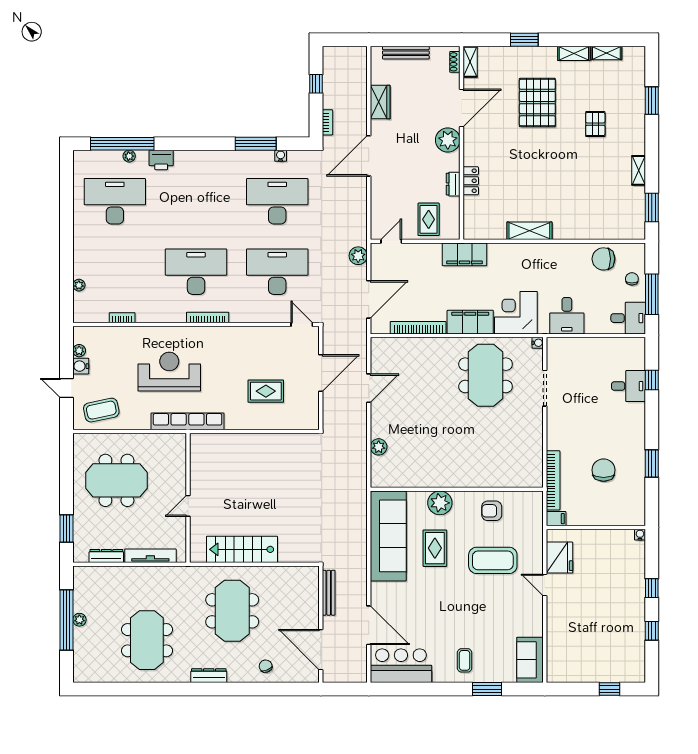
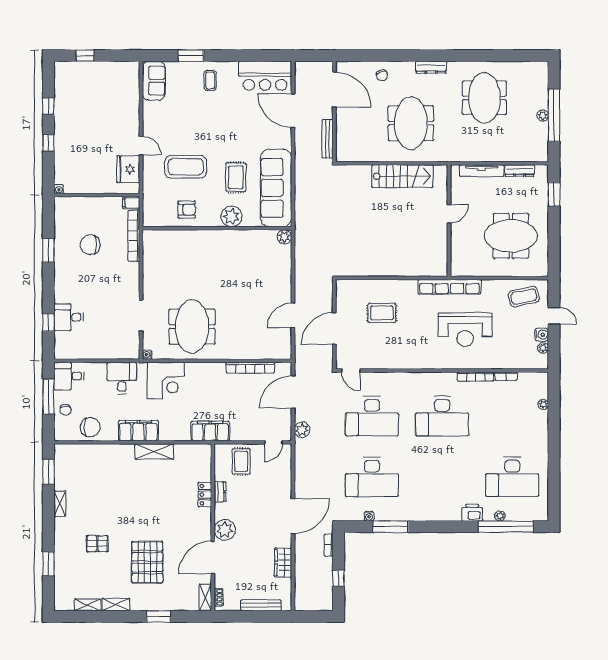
pallet: (595, 124) -> (97, 544), turned 90
bookcase: (208, 317) -> (476, 377), moved
filing cabinet: (470, 322) -> (138, 431), moved, turned 180
plant: (379, 447) -> (284, 237), moved
chair: (604, 470) -> (90, 245), turned 90

